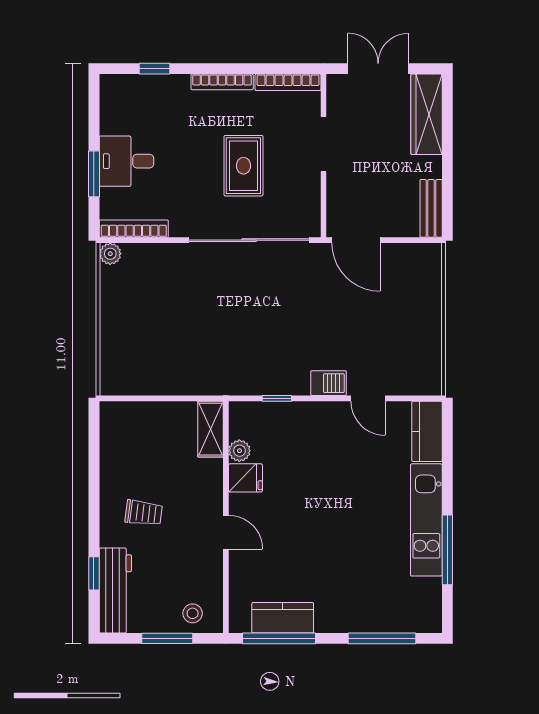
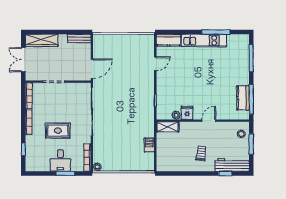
rug: (243, 166) -> (58, 131), moved
barbecue: (328, 383) -> (149, 145), moved

